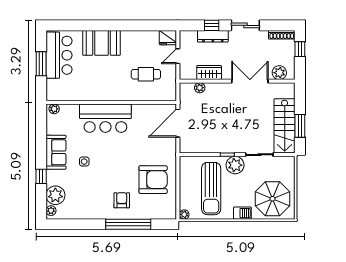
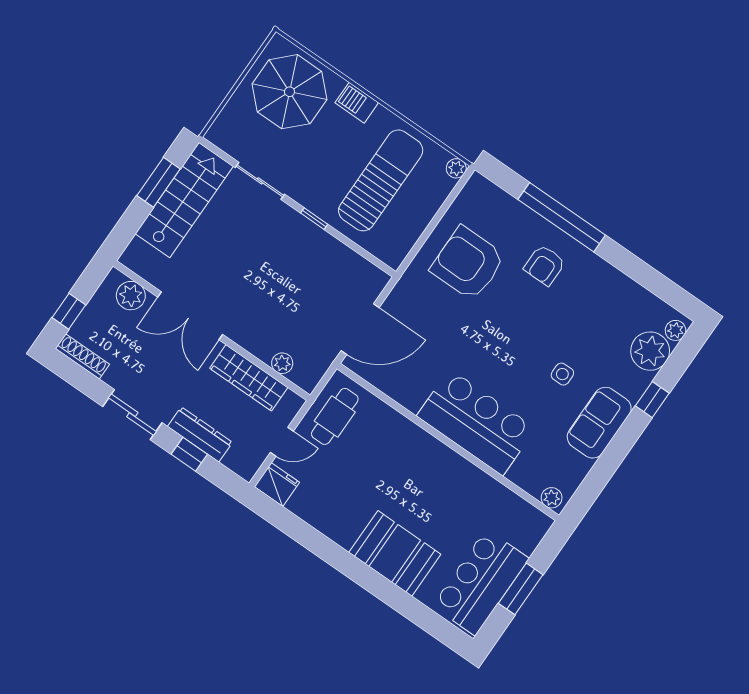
wardrobe: (209, 73) -> (249, 378), width x1.50
cafe table: (146, 74) -> (335, 416), moved, turned 90
plant: (235, 165) -> (313, 192), removed

